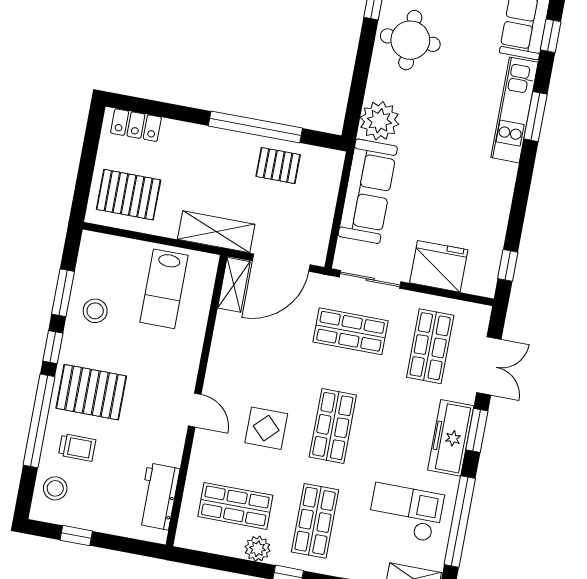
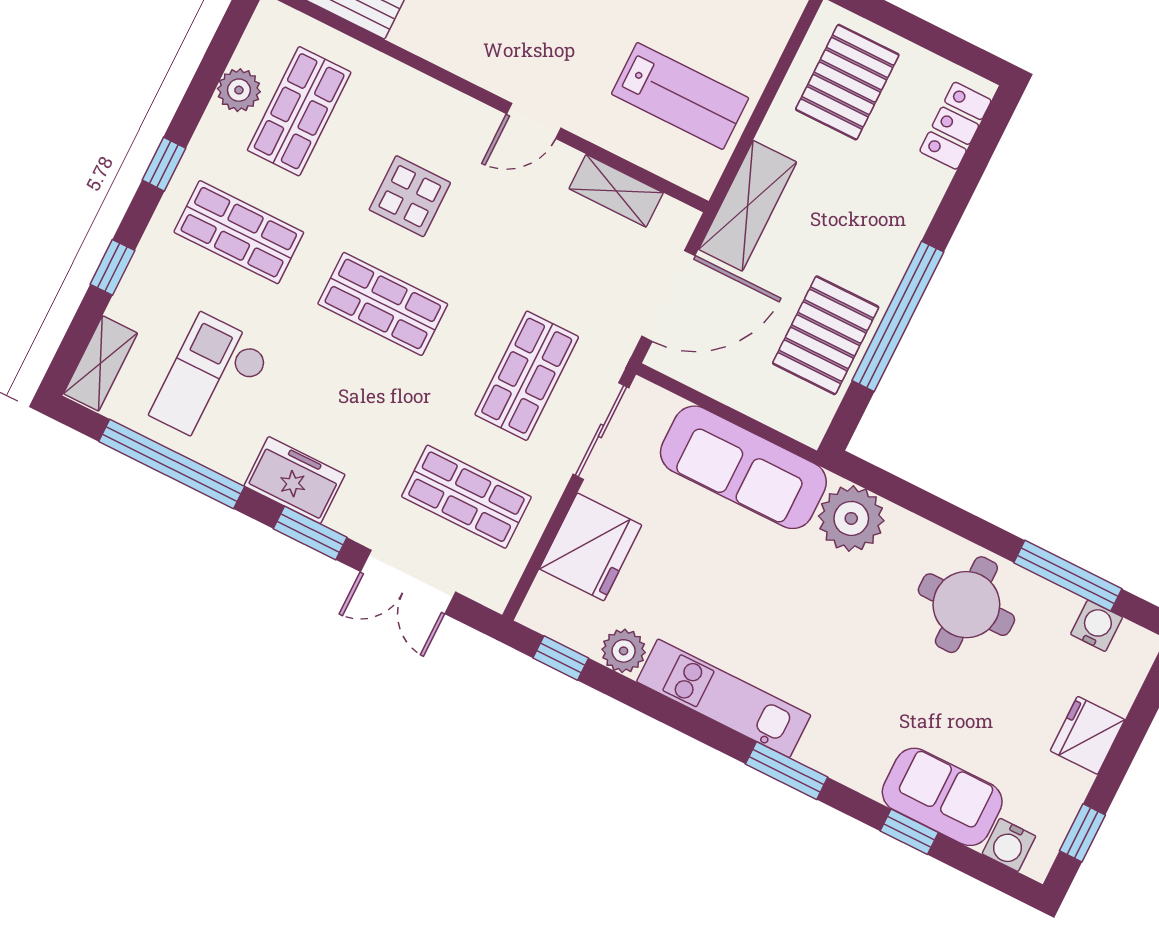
kitchen unit: (514, 110) -> (724, 698), moved
pallet: (278, 166) -> (826, 335), width x1.50, depth x1.42
plant: (493, 230) -> (624, 651), added
door: (281, 263) -> (668, 296), swing flipped
shelving: (234, 285) -> (616, 191), moved
lab bench: (164, 289) -> (680, 96), turned 180
door: (195, 410) -> (534, 121), moved
freezer: (451, 438) -> (294, 480), width x0.71
checkout: (406, 513) -> (211, 381), turned 180
plant: (258, 549) -> (239, 90), moved

